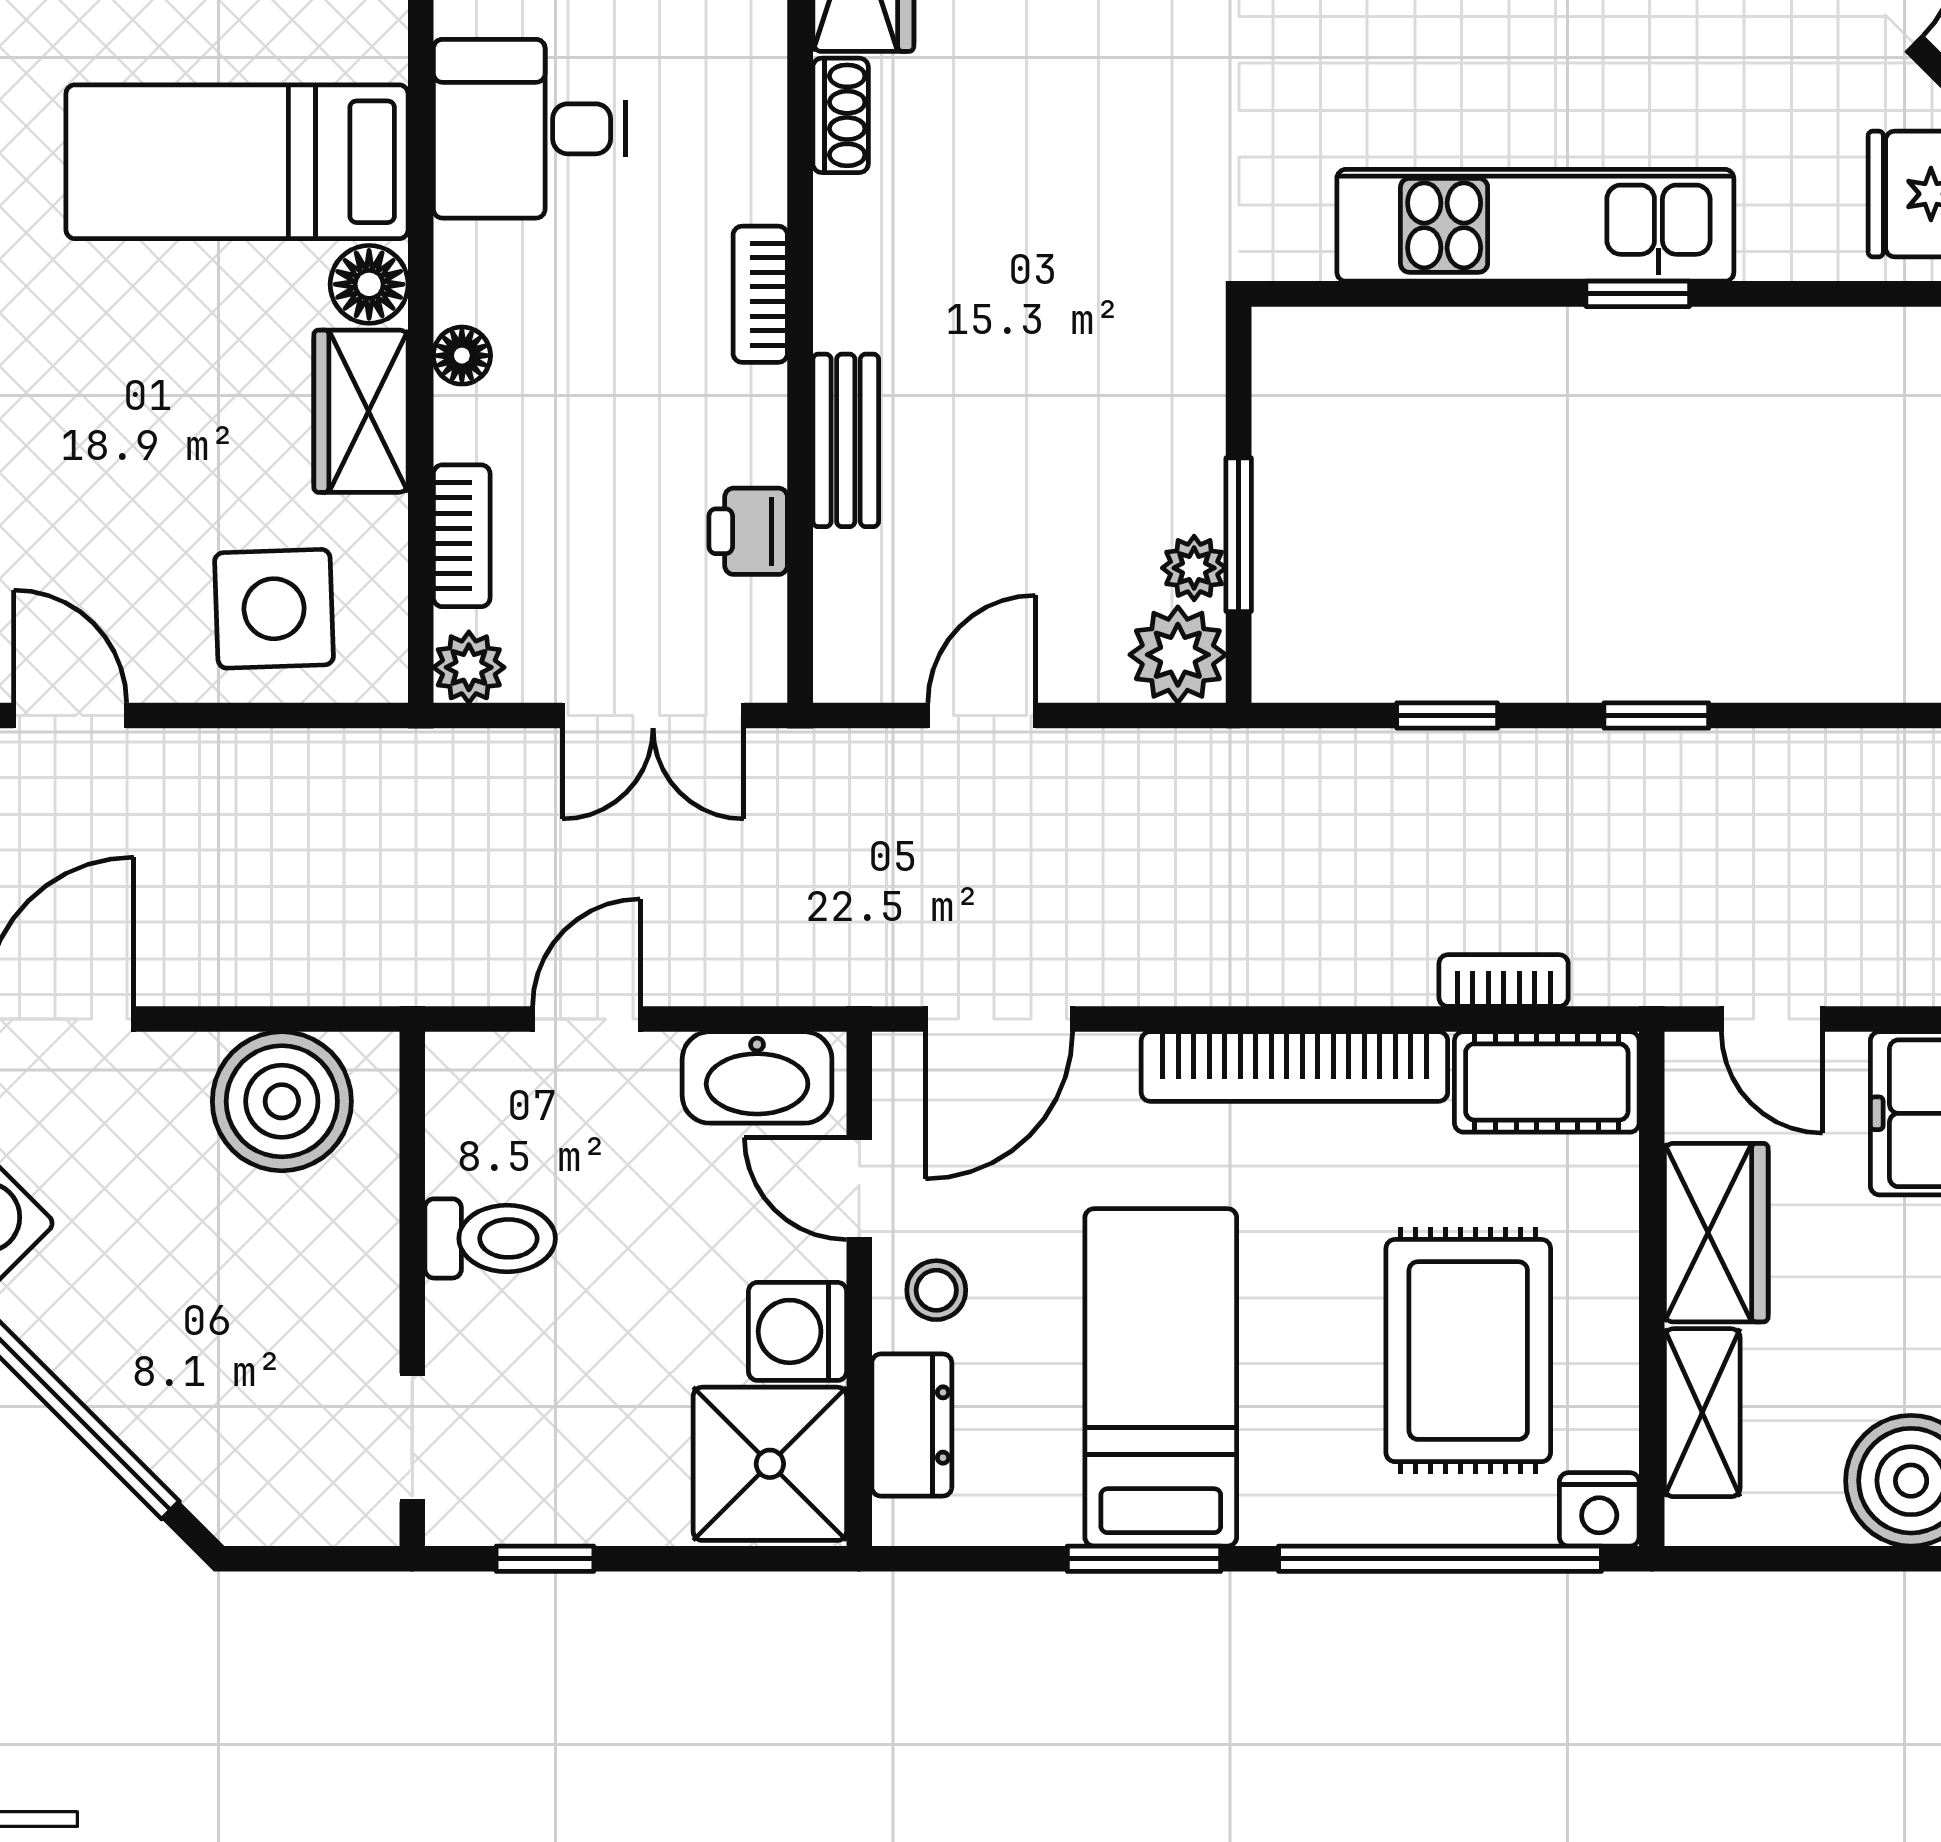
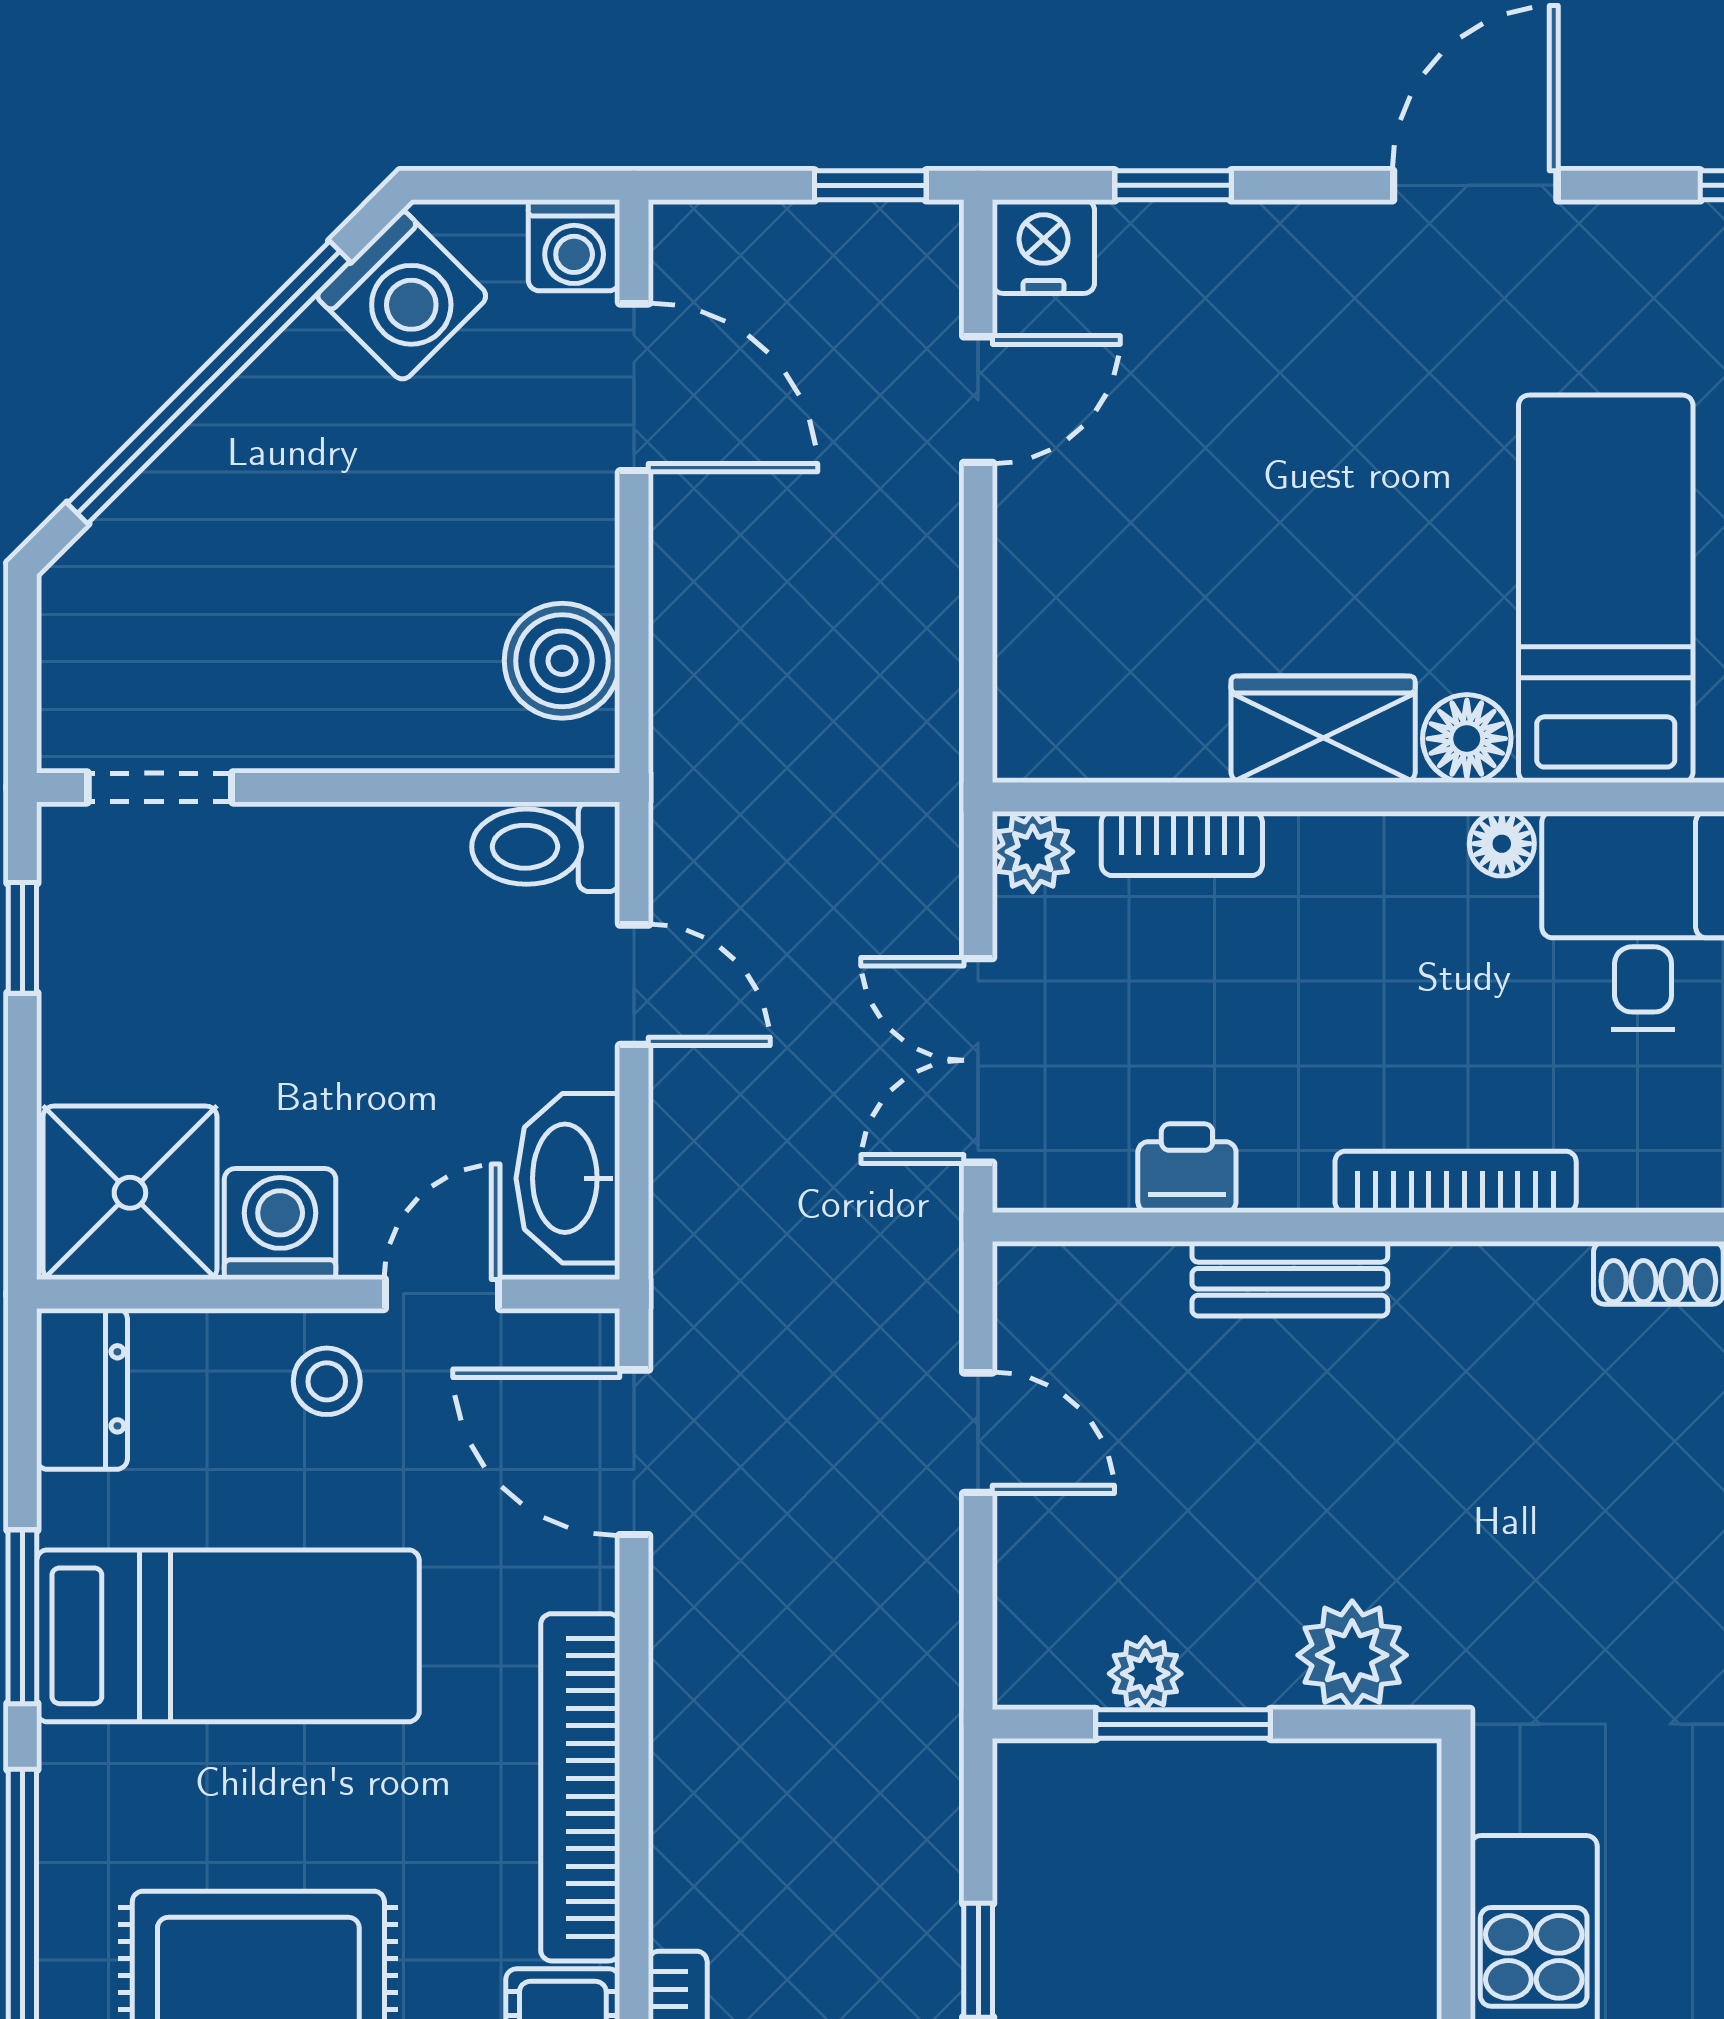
bookcase: (760, 294) -> (1456, 1182), width x1.56
floor lamp: (462, 356) -> (1502, 844), moved
side table: (274, 609) -> (1099, 631), removed
plant: (1178, 655) -> (1352, 1655), moved
boiler: (282, 1101) -> (562, 661), width x0.73, depth x0.73
toilet: (490, 1238) -> (546, 847), moved, turned 90
dresser: (912, 1425) -> (82, 1389), moved, turned -90

